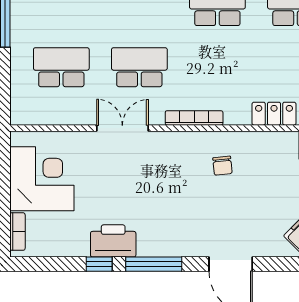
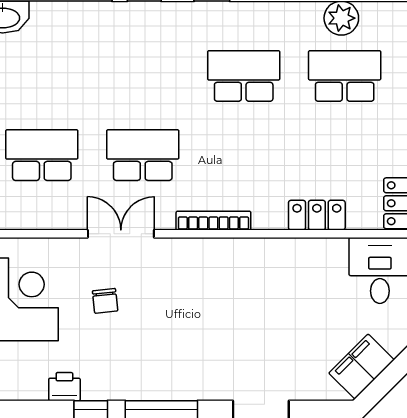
chair: (222, 166) -> (105, 301), moved
printer: (113, 241) -> (64, 387), moved, width x0.53, depth x0.68

